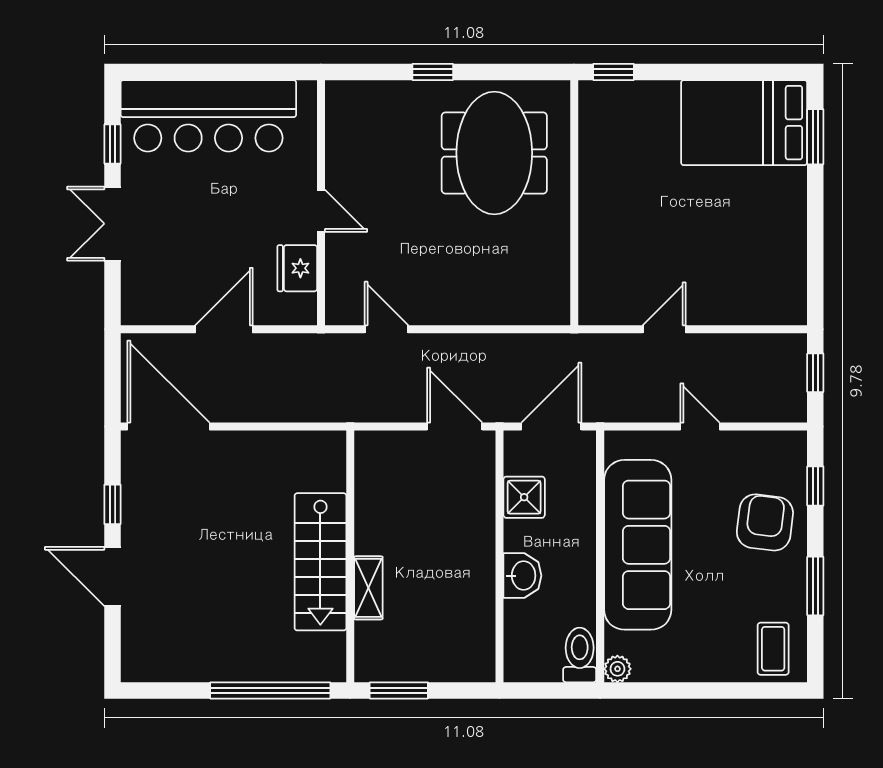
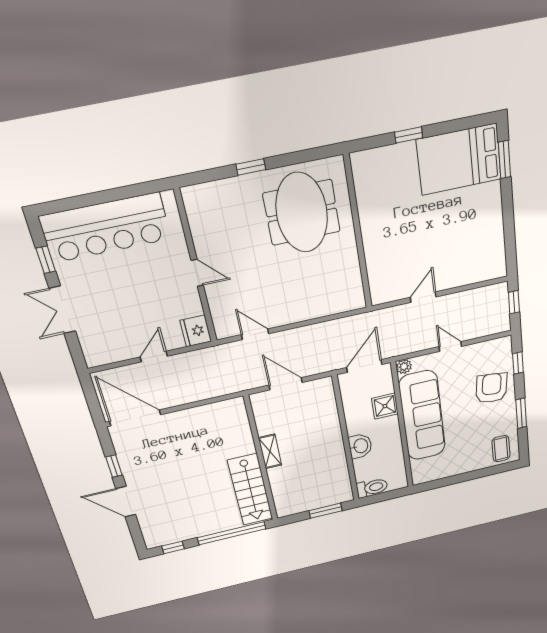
window: (613, 72) -> (409, 135), moved
fridge: (297, 268) -> (196, 331), moved
door: (224, 329) -> (154, 357), width x0.73
door: (455, 427) -> (286, 384), moved
shower: (524, 497) -> (385, 406), moved
stairs: (320, 562) -> (250, 490), moved
shelving: (368, 588) -> (270, 451), moved
toilet: (580, 655) -> (372, 488), moved, turned 90
plant: (617, 669) -> (404, 367), moved
window: (165, 690) -> (173, 547), added
window: (399, 690) -> (326, 511), moved

